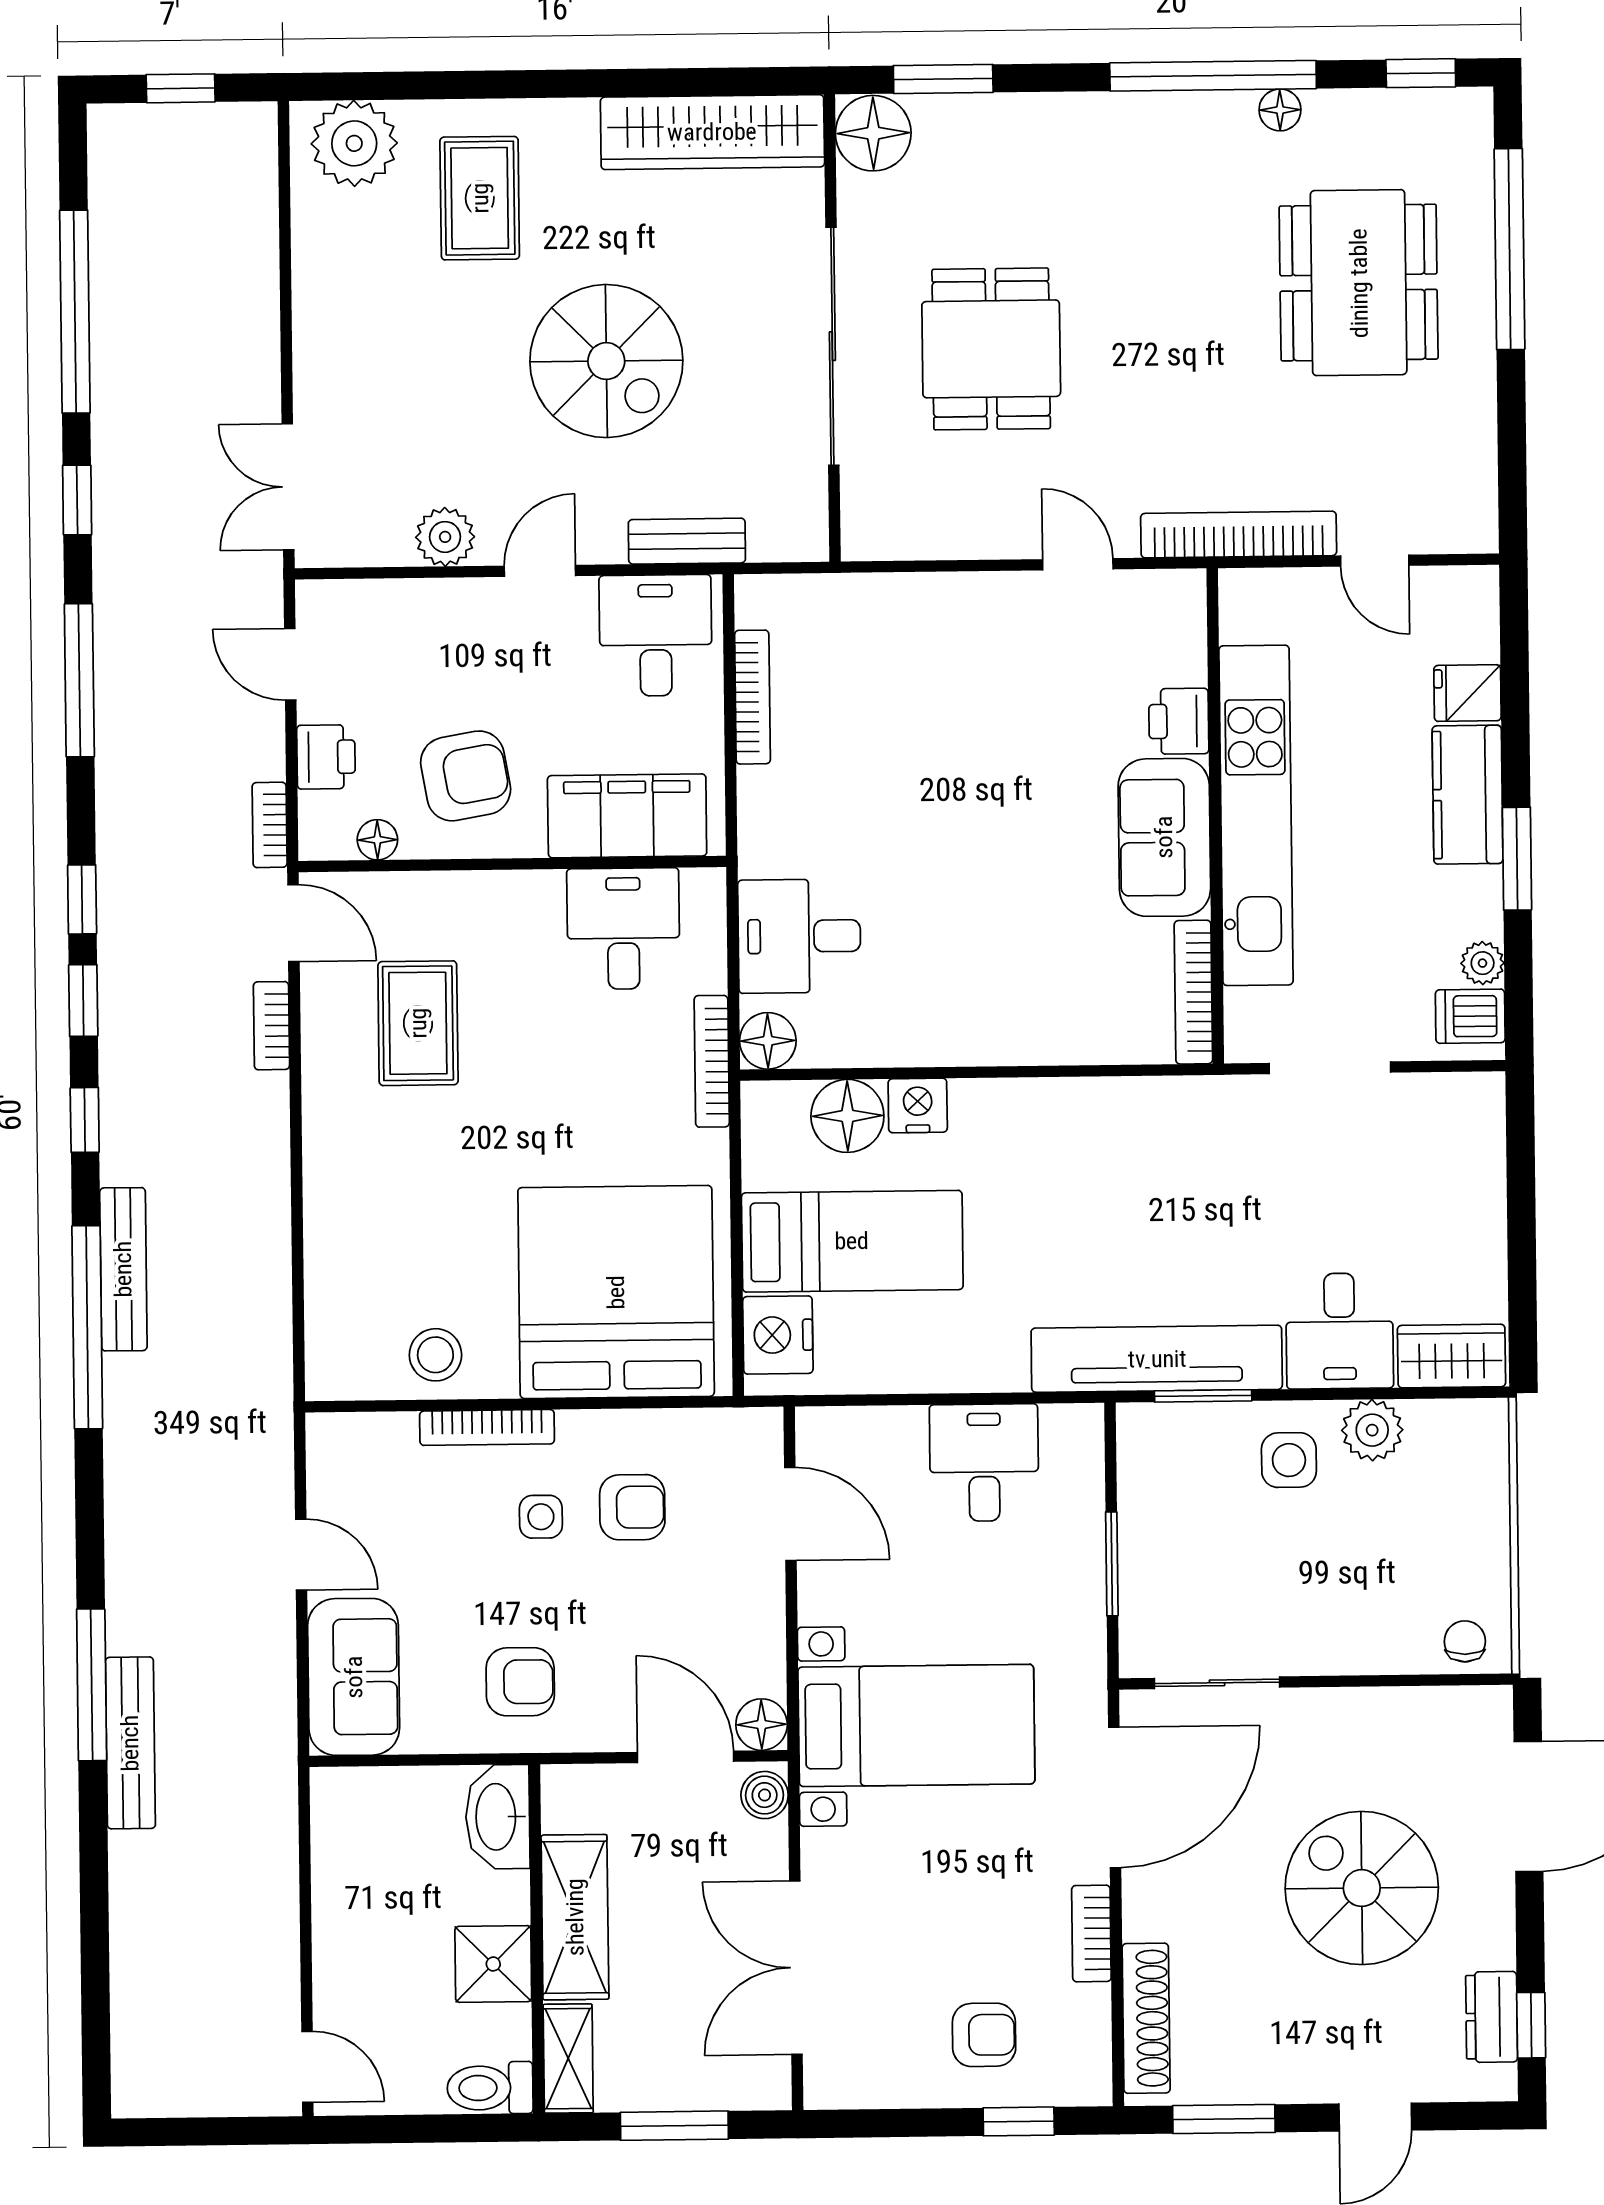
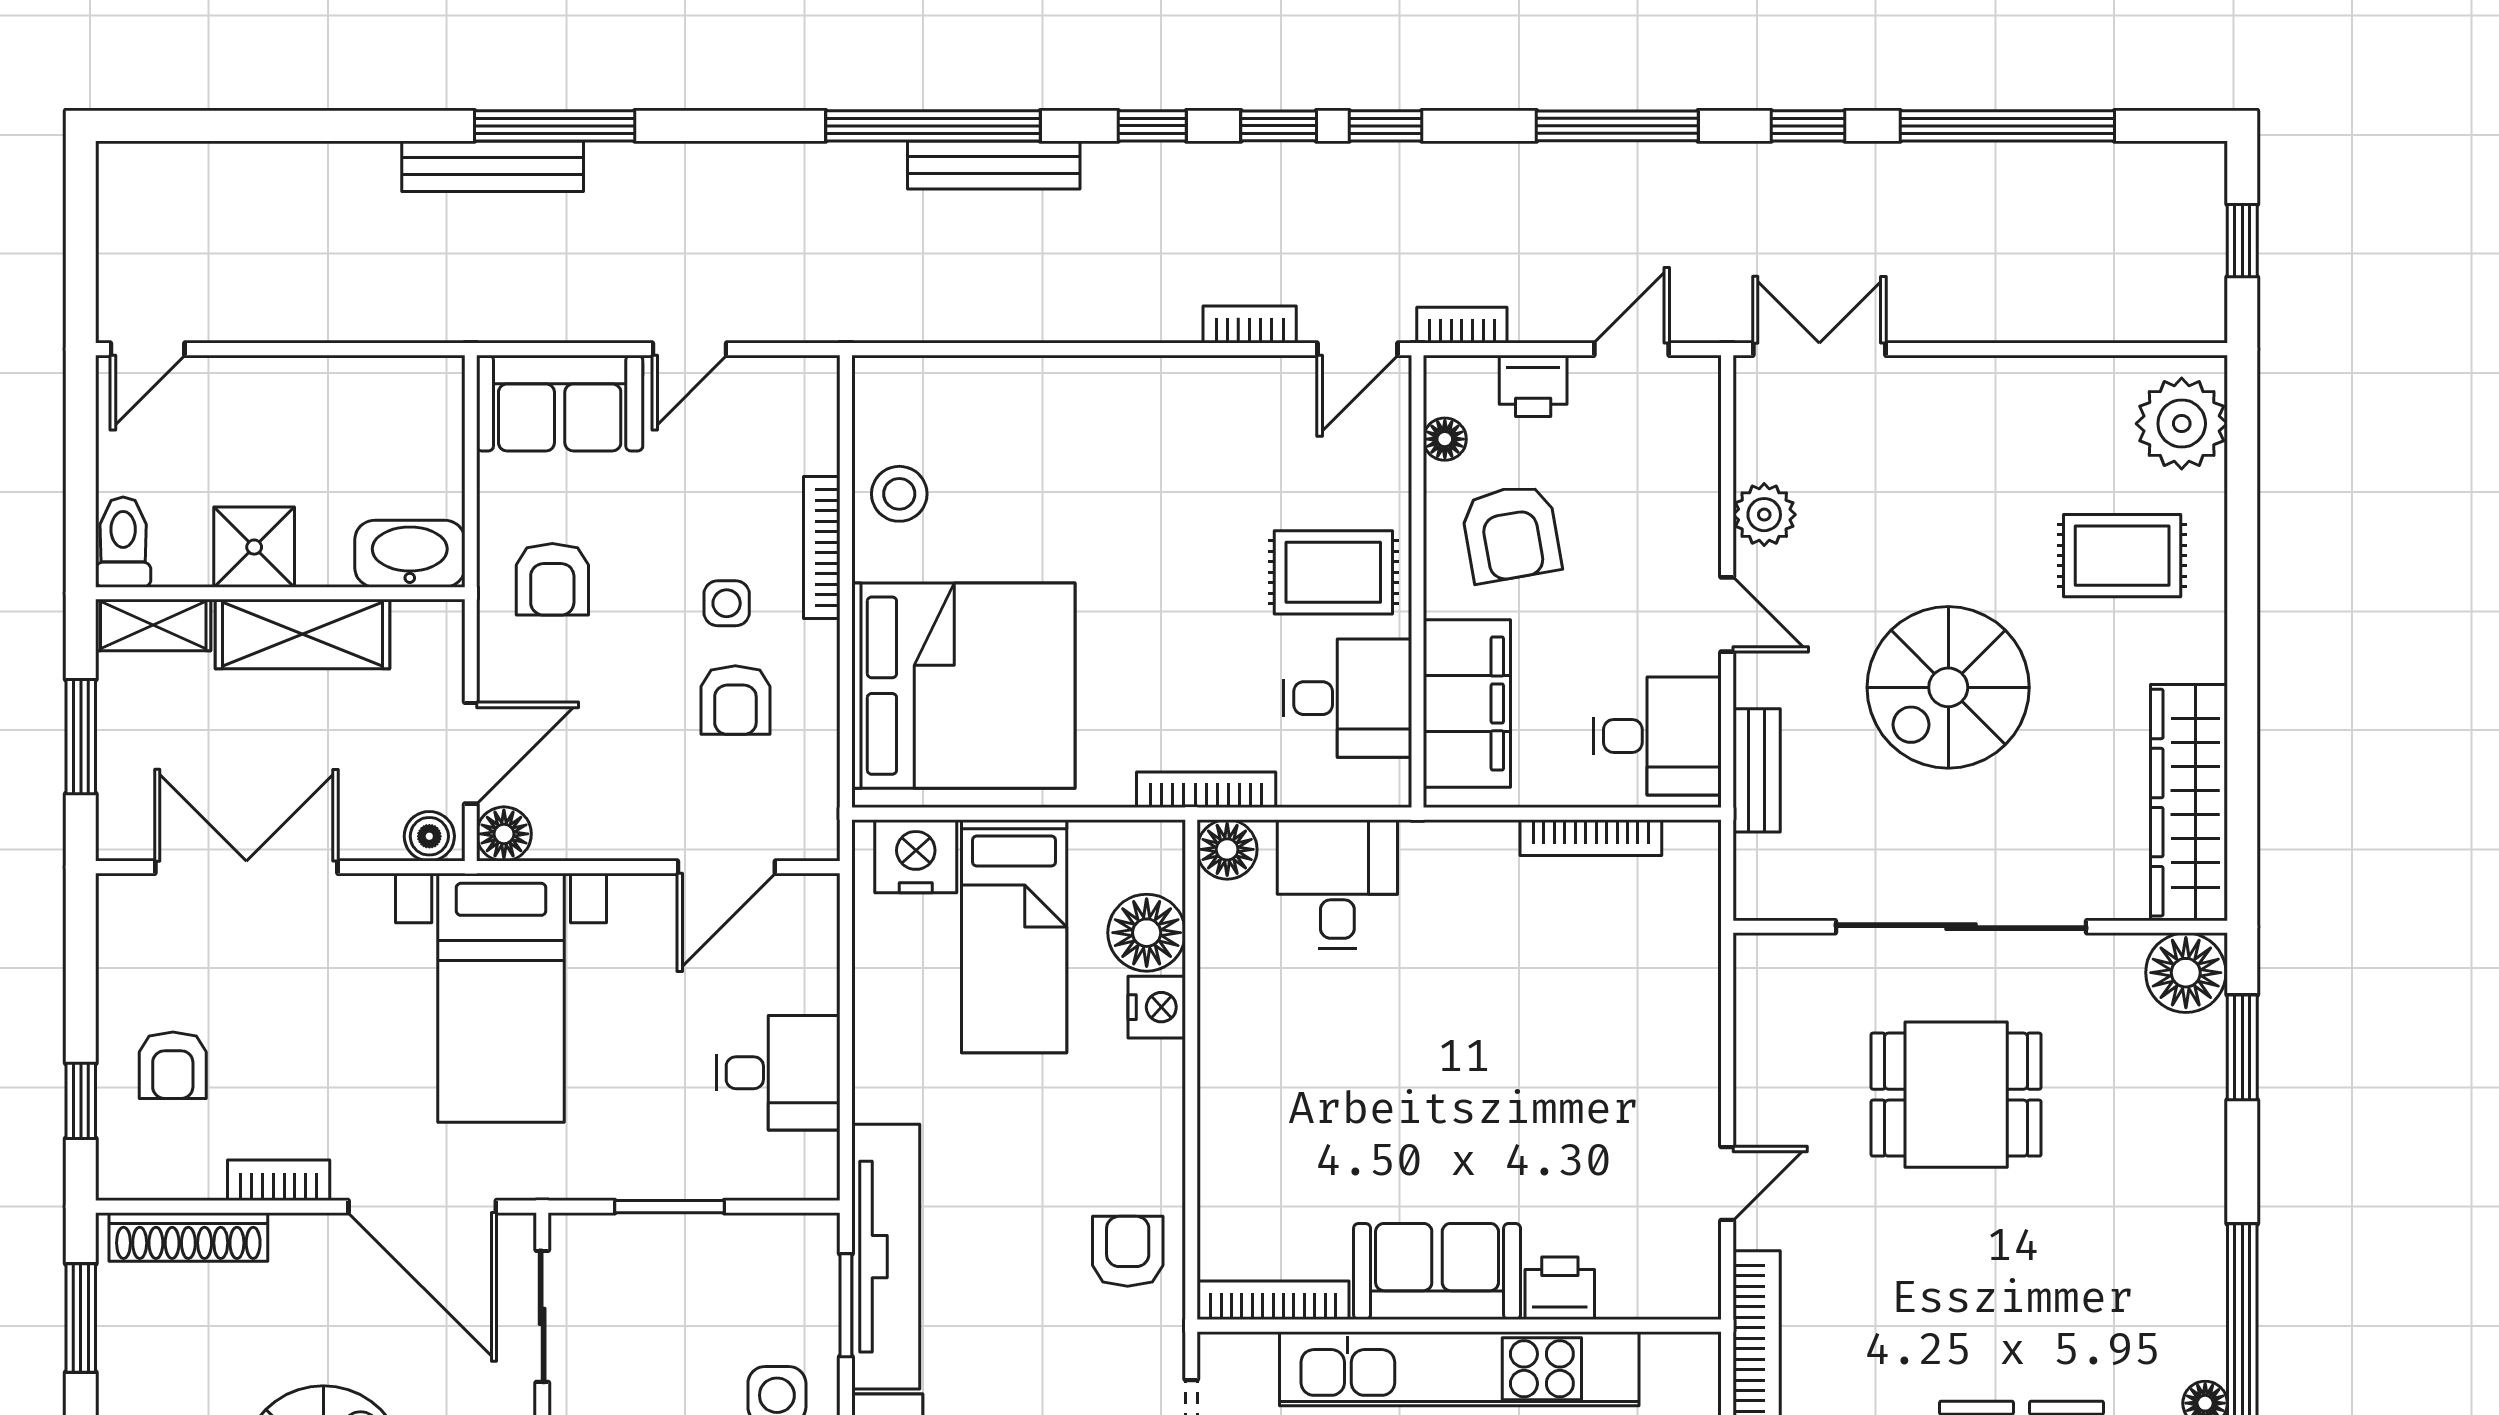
rug: (418, 1023) -> (1333, 572), moved
armchair: (1149, 1130) -> (1128, 1251), added

